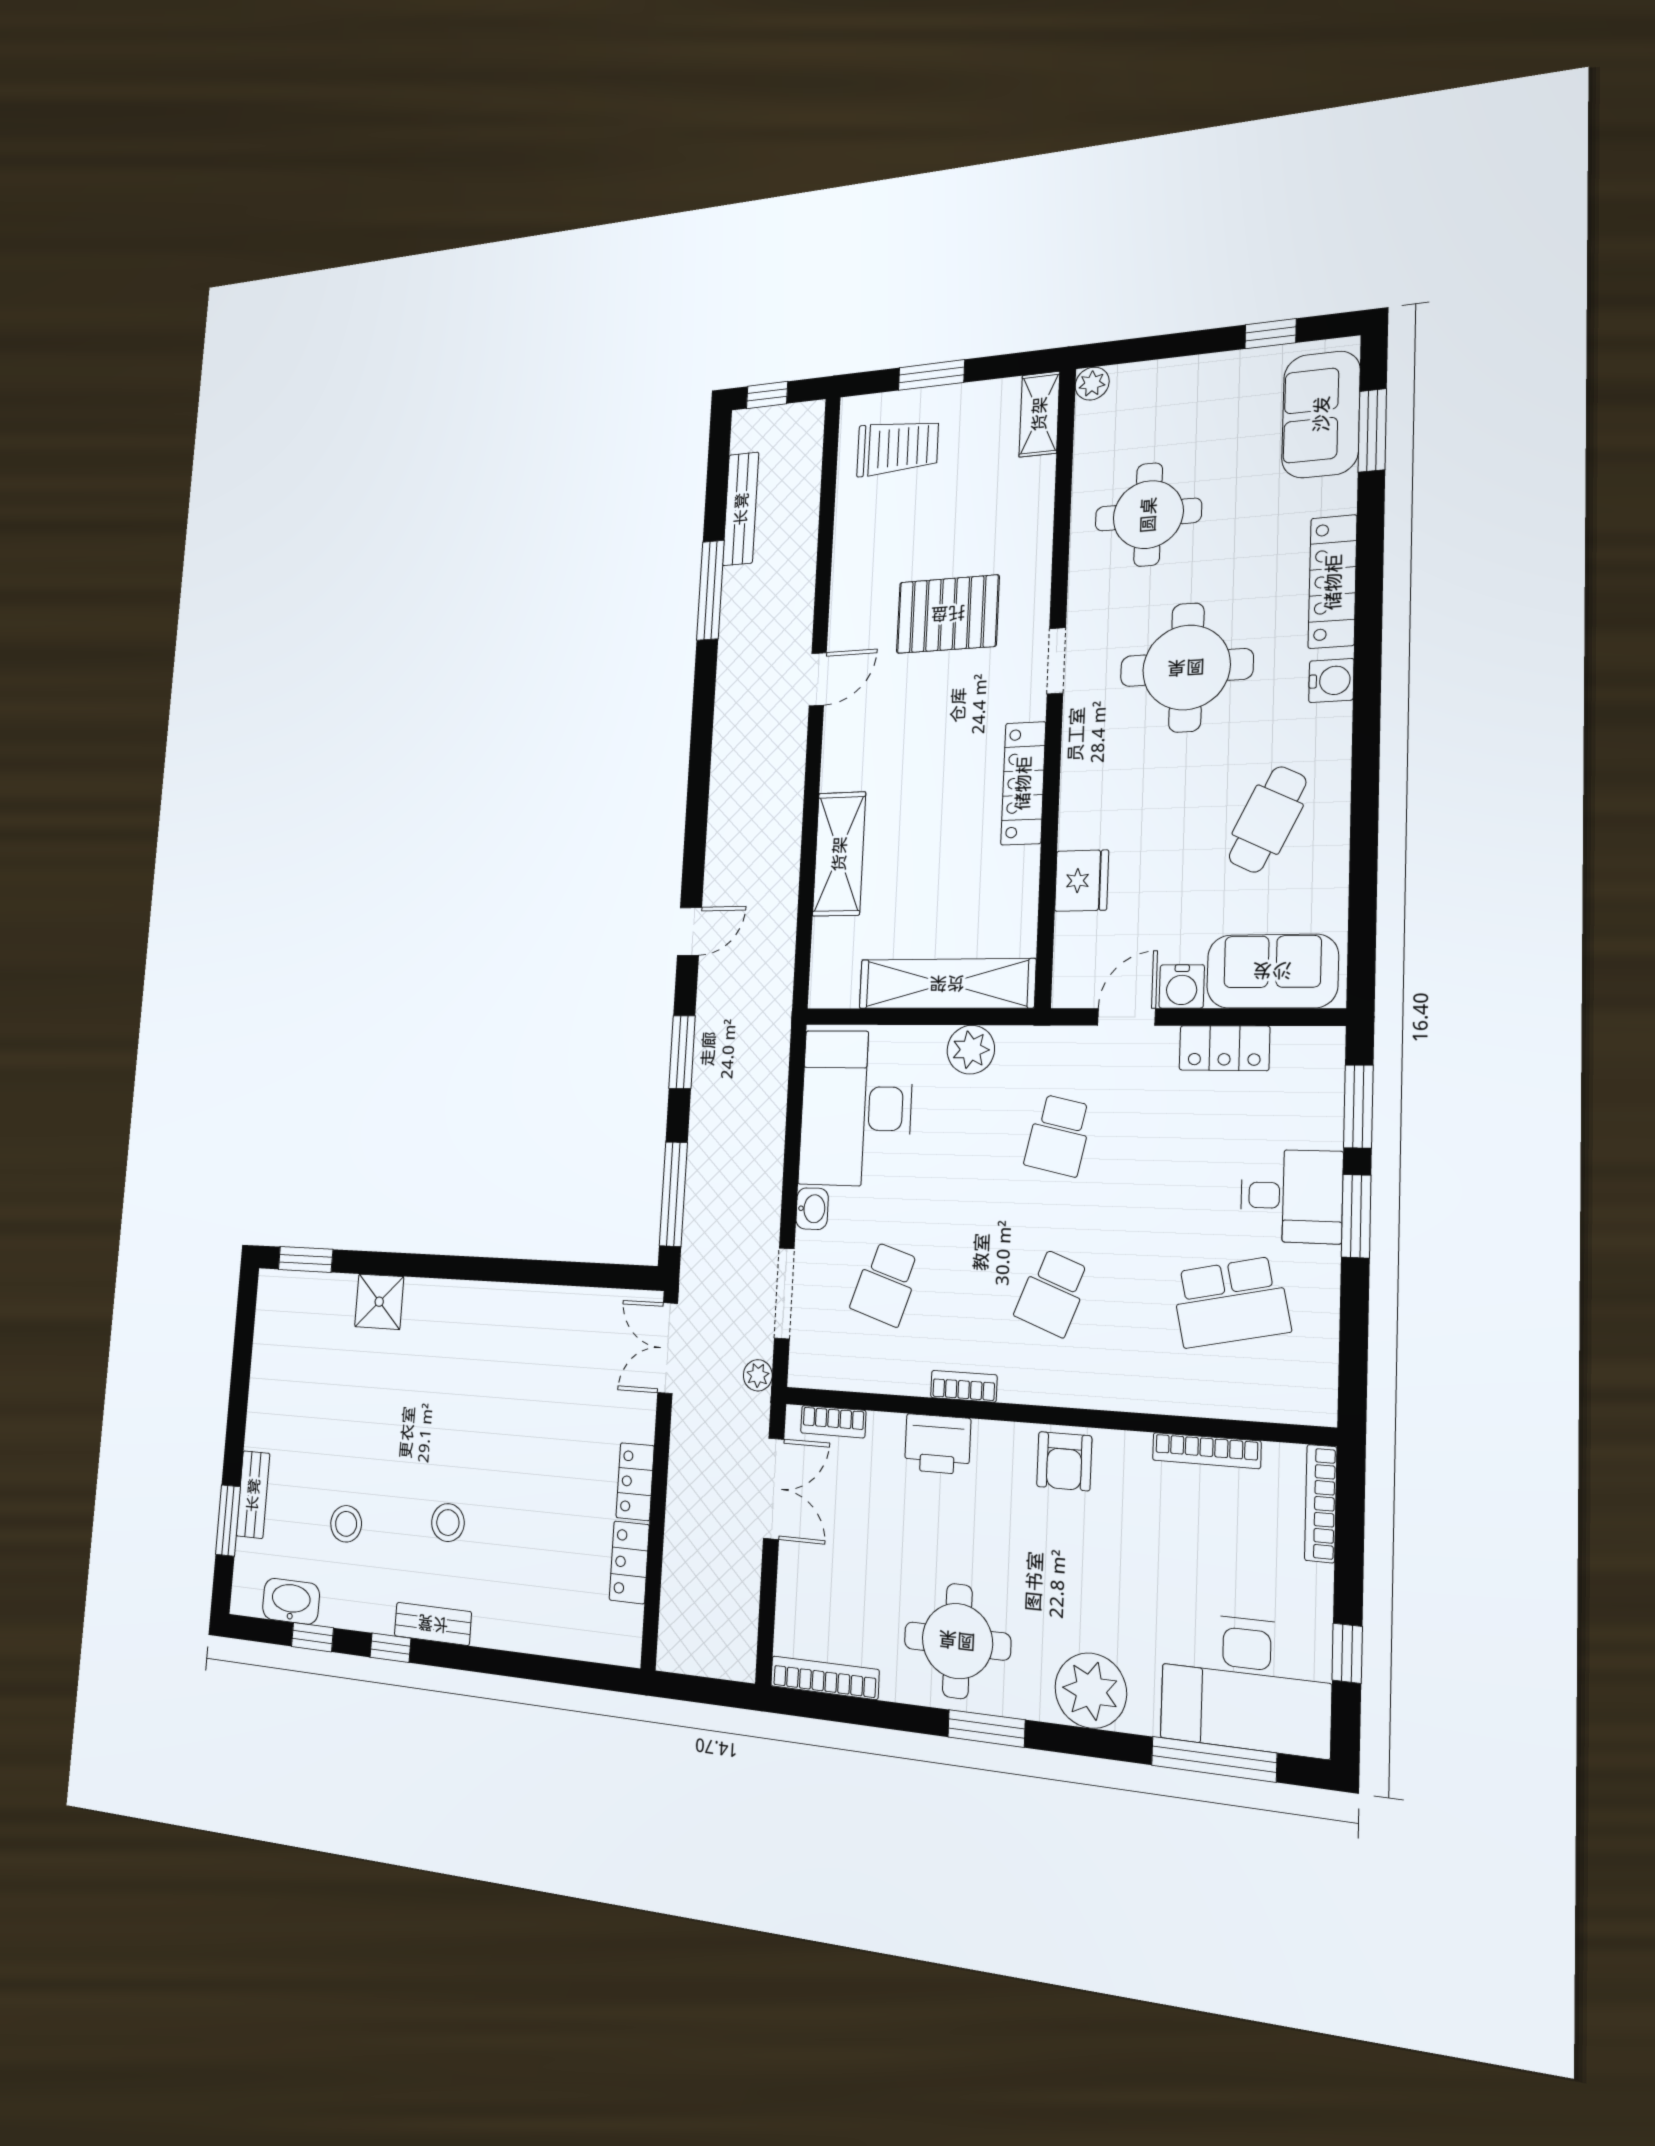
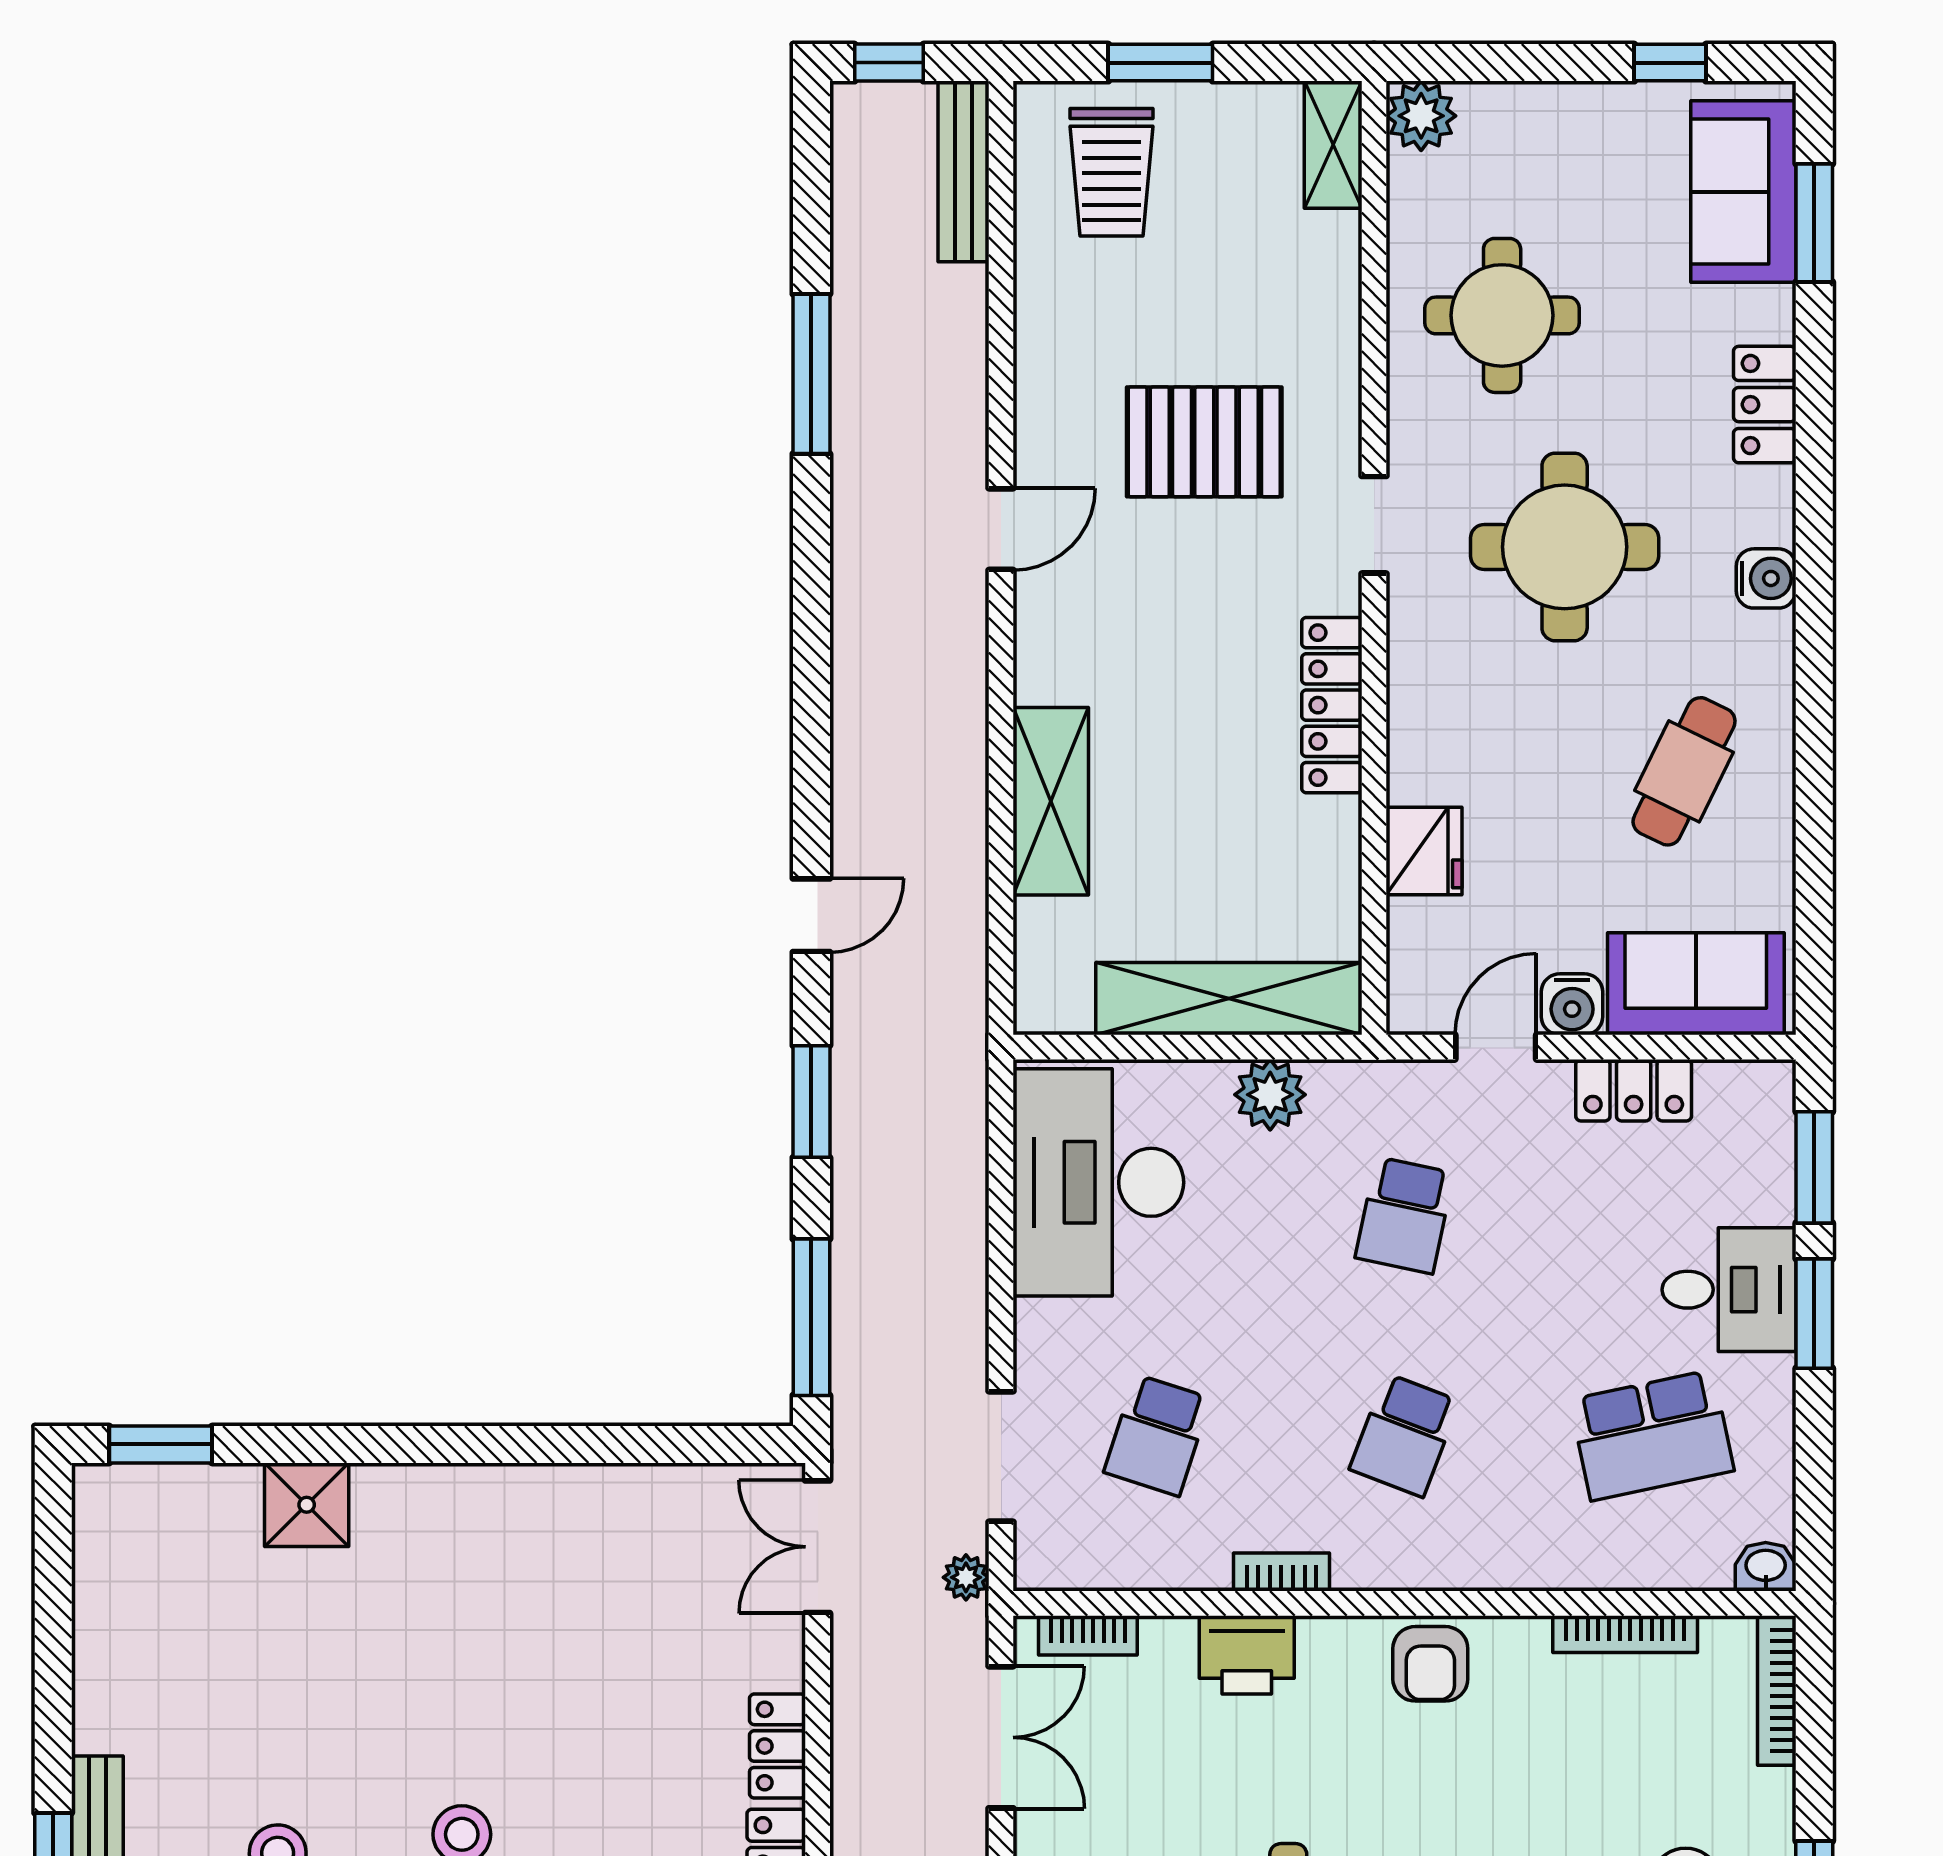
plant: (1092, 384) -> (1421, 116), width x1.38, depth x1.38
trolley: (898, 447) -> (1111, 172), turned 90
bench: (741, 509) -> (963, 171), moved
locker: (1333, 582) -> (1765, 405), width x0.66
washbasin: (812, 1209) -> (1766, 1567), moved, turned -90

